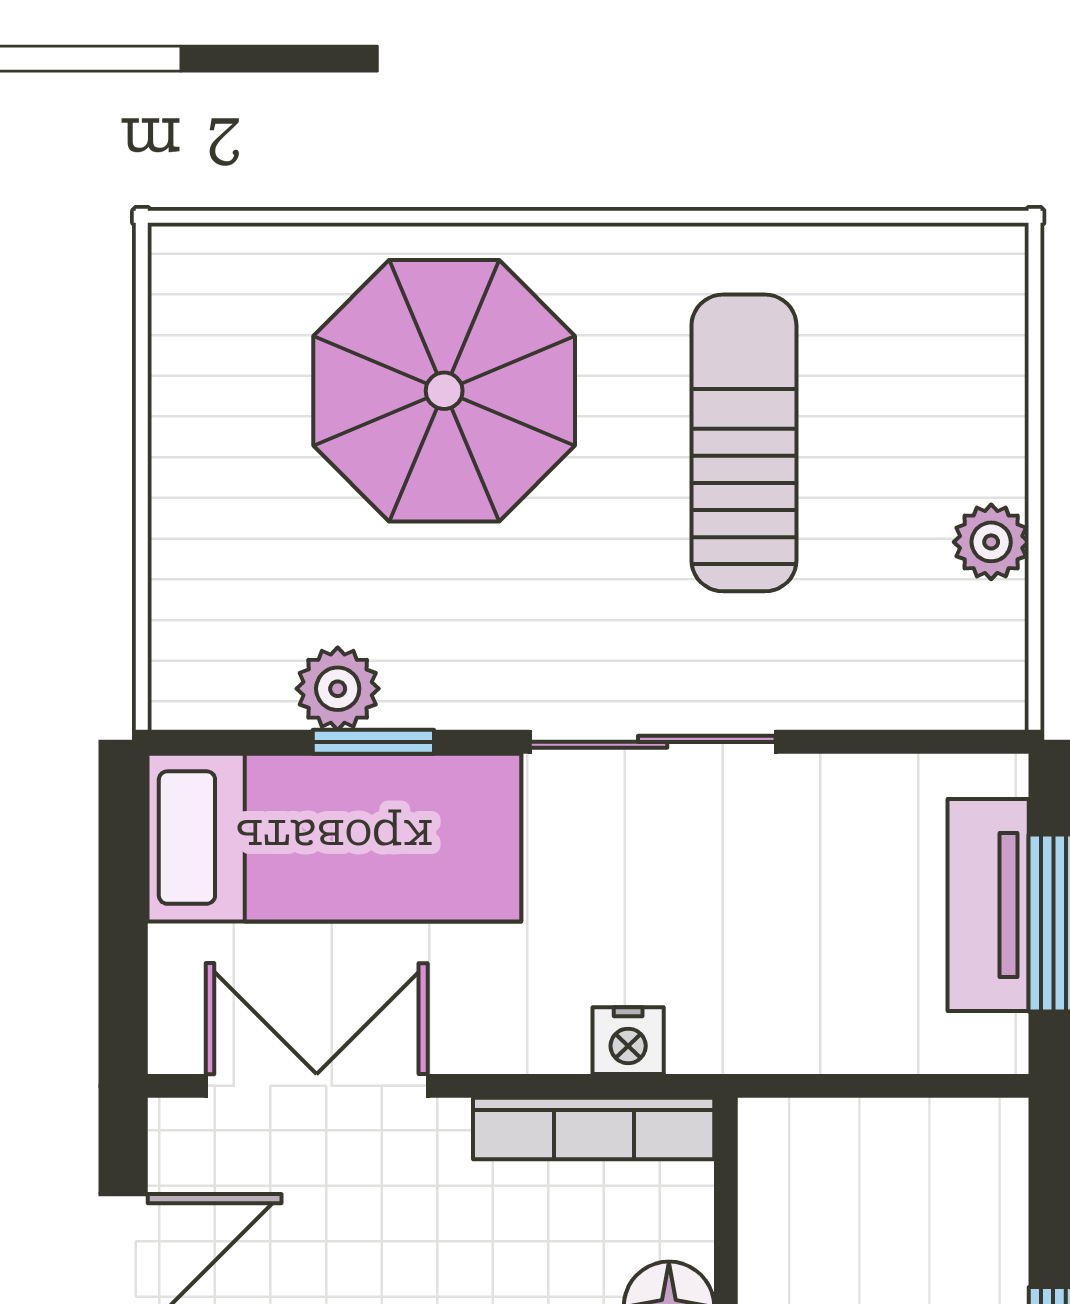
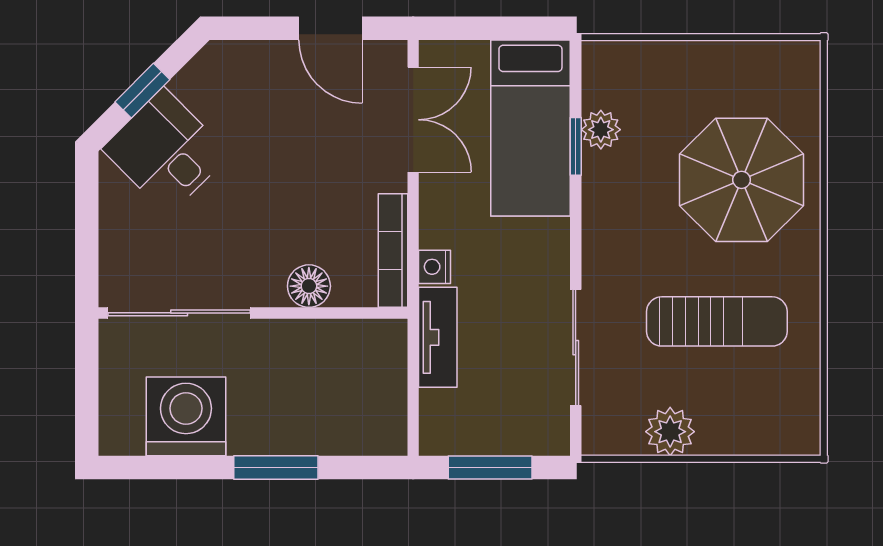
plant: (991, 542) -> (670, 432), width x1.38, depth x1.38
sliding door: (653, 742) -> (576, 348), moved
tv unit: (988, 905) -> (438, 337), moved, turned 90

